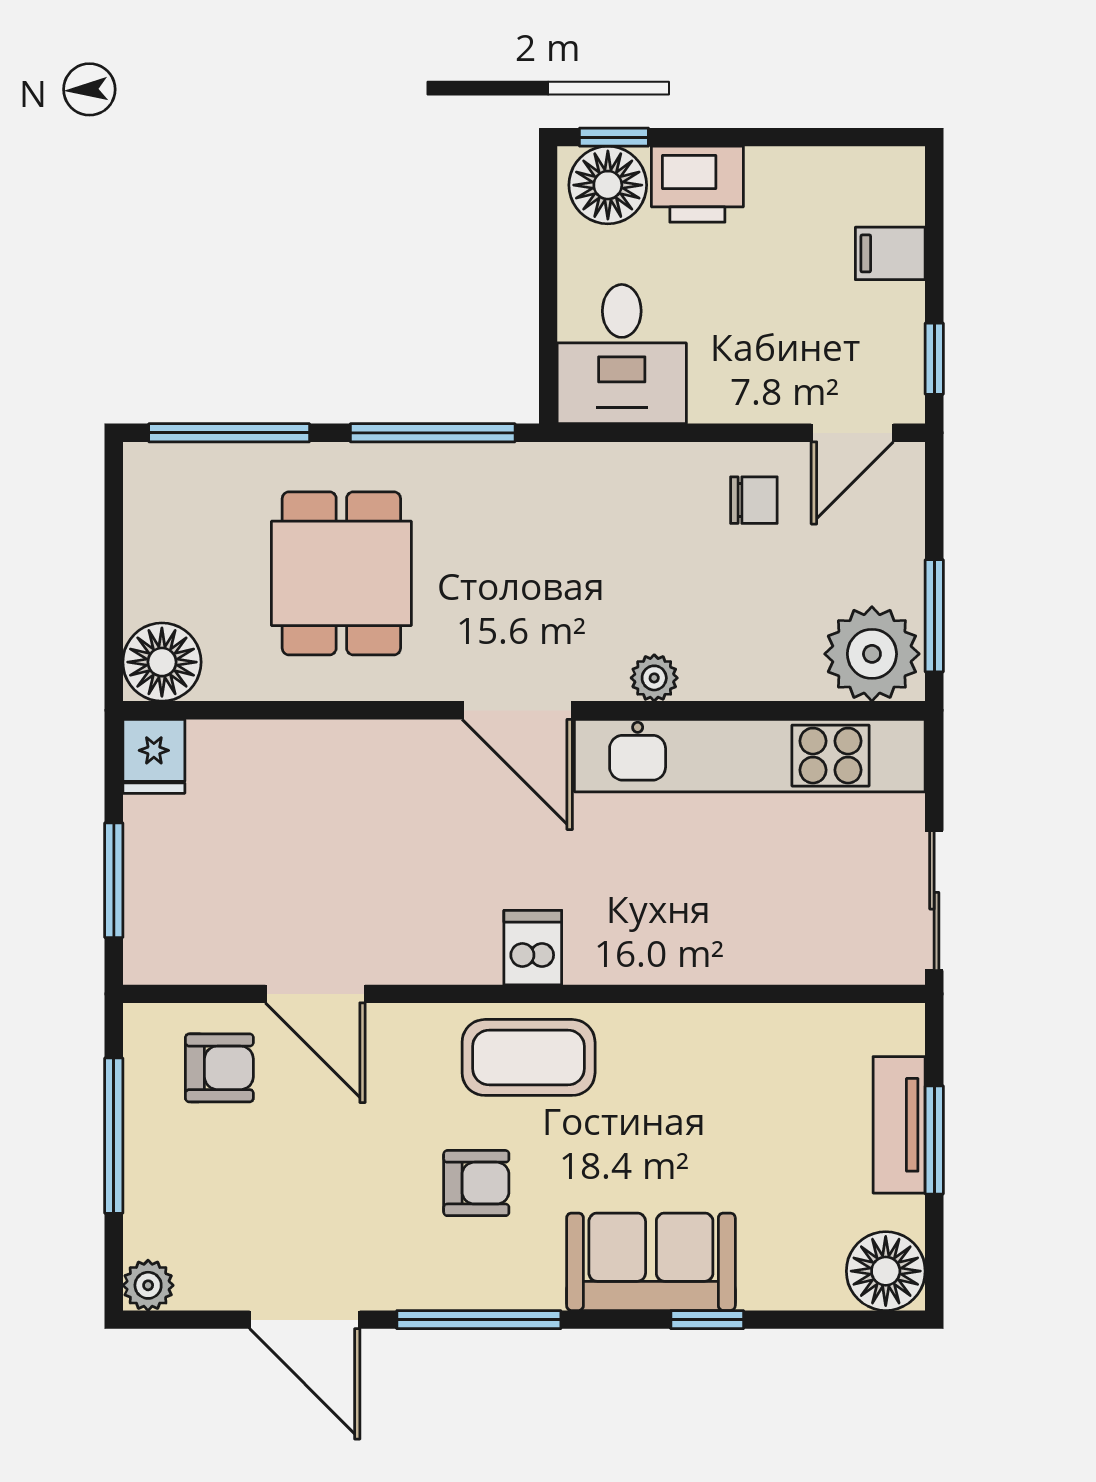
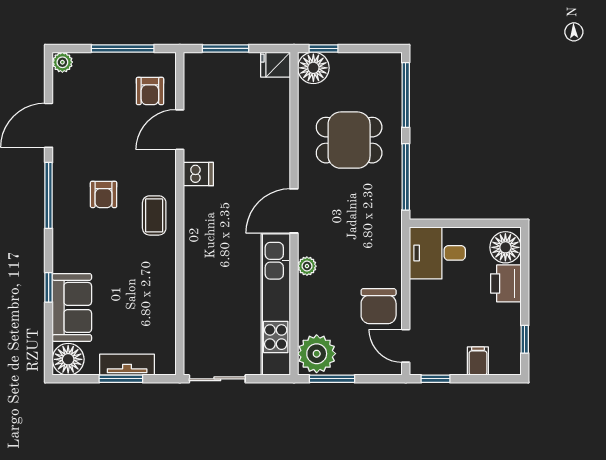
window: (614, 137) -> (525, 339), moved
chair: (754, 500) -> (379, 306), width x1.87, depth x1.87
window: (114, 637) -> (323, 48), added
dishwasher: (533, 948) -> (198, 174), moved
coffee table: (529, 1057) -> (154, 215), width x0.73, depth x0.77
sofa: (651, 1262) -> (72, 307), moved

